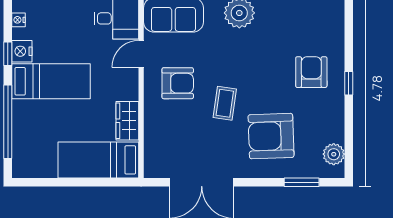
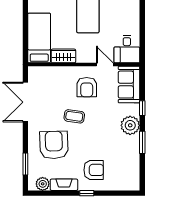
fireplace: (335, 120) -> (64, 185), added

